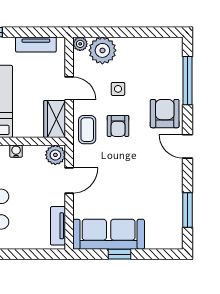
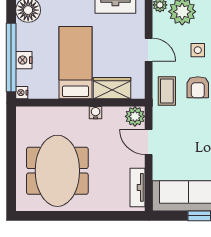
wardrobe: (55, 119) -> (112, 88), moved, turned 90
door: (69, 180) -> (149, 142), swing flipped

